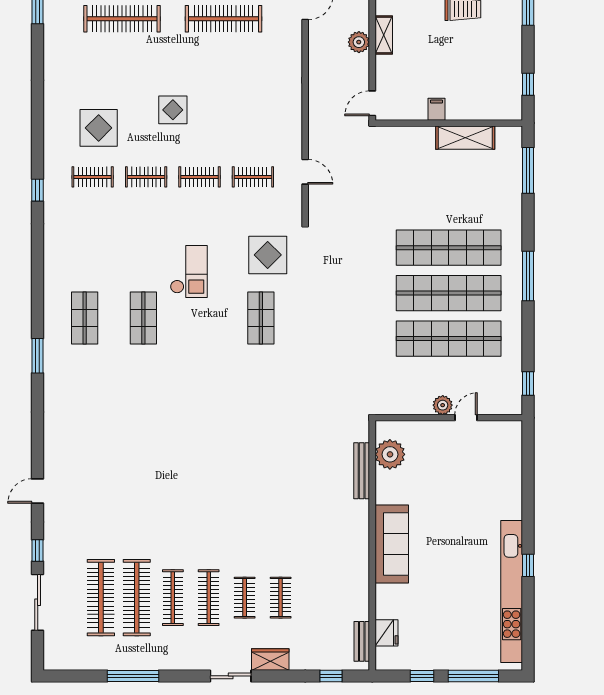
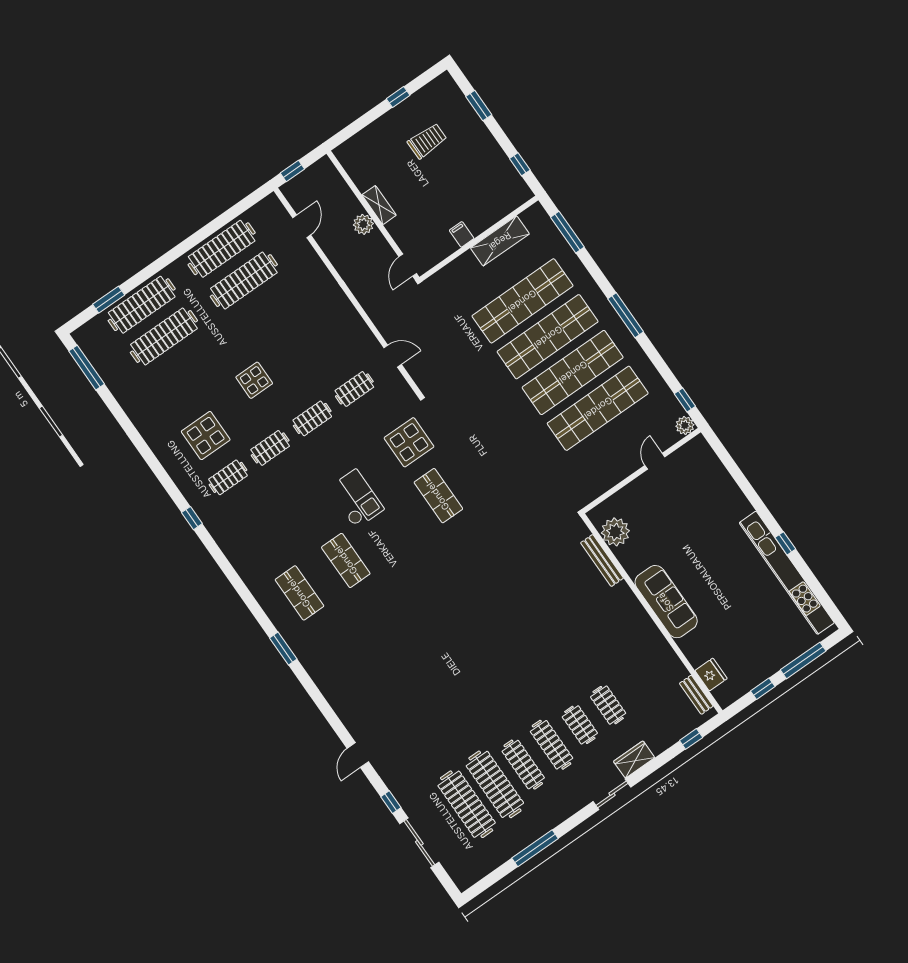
shop shelf: (449, 202) -> (522, 301), added
plant: (443, 405) -> (685, 425), moved

